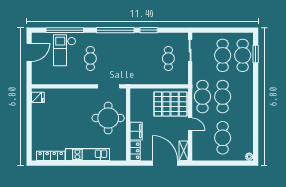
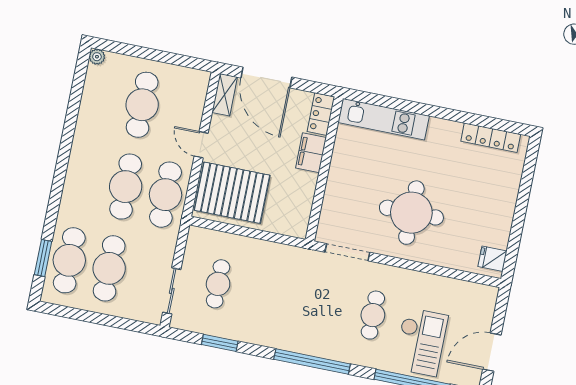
window: (149, 30) -> (220, 343), moved
round table: (108, 118) -> (411, 213), moved
kitchen unit: (87, 154) -> (384, 119), moved

